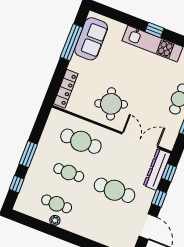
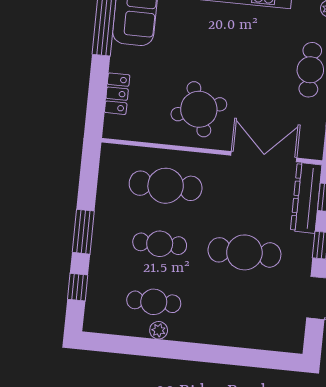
locker: (66, 89) -> (117, 94), width x0.66

